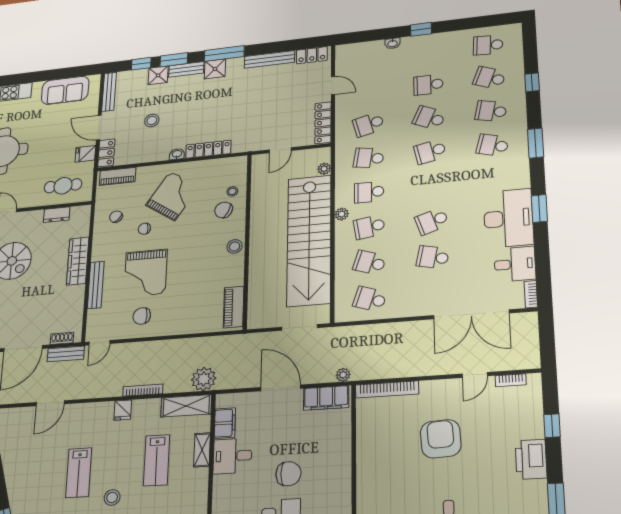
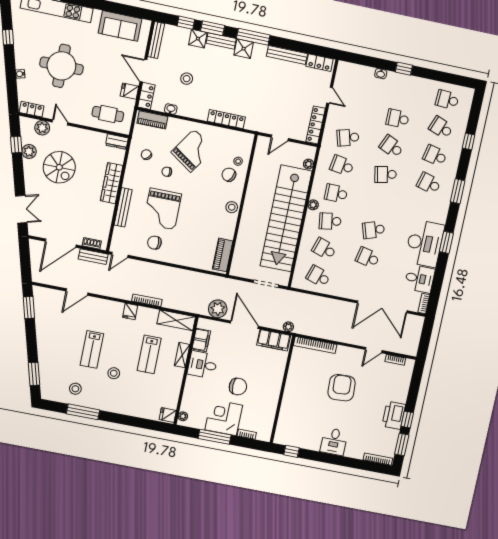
washbasin: (177, 154) -> (171, 109), moved
dresser: (57, 215) -> (117, 142), moved
plant: (204, 379) -> (218, 309), moved
window: (552, 426) -> (407, 420), moved

